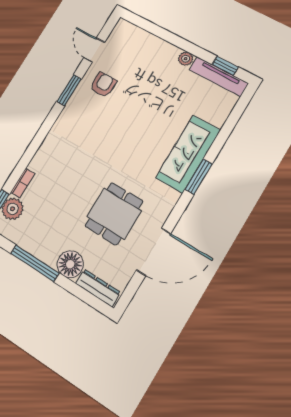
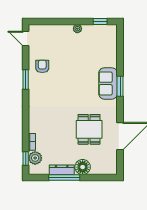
door: (94, 50) -> (26, 39), moved
tv unit: (219, 76) -> (100, 29), removed
sofa: (188, 154) -> (108, 83), width x0.73
dresser: (98, 288) -> (62, 170), moved

